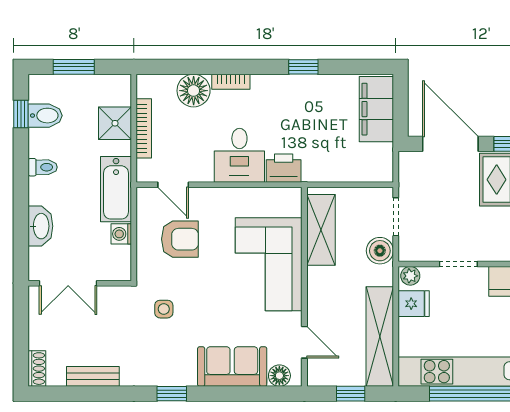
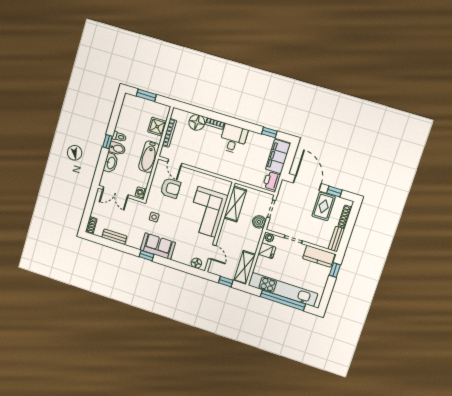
window: (303, 67) -> (269, 132), moved
window: (21, 114) -> (108, 142), moved
bidet: (45, 116) -> (117, 148), moved
desk: (239, 155) -> (233, 139), moved, turned 180
printer: (284, 168) -> (272, 181), moved, turned -90
washing machine: (121, 234) -> (141, 192), moved
shelving: (380, 337) -> (245, 268), width x0.68
sofa: (232, 367) -> (158, 246), moved

